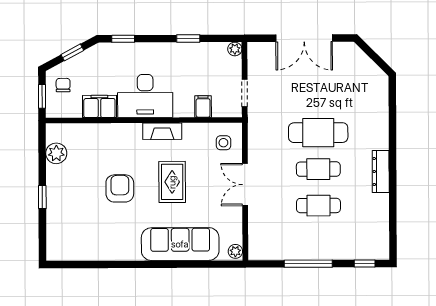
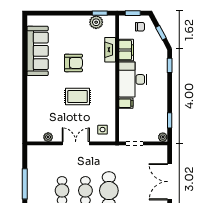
window: (188, 38) -> (170, 120), moved
filing cabinet: (203, 106) -> (126, 103), moved
fireplace: (162, 131) -> (110, 50), moved
window: (42, 197) -> (100, 13), moved
sofa: (180, 244) -> (38, 51), moved
plant: (235, 251) -> (48, 137), moved

